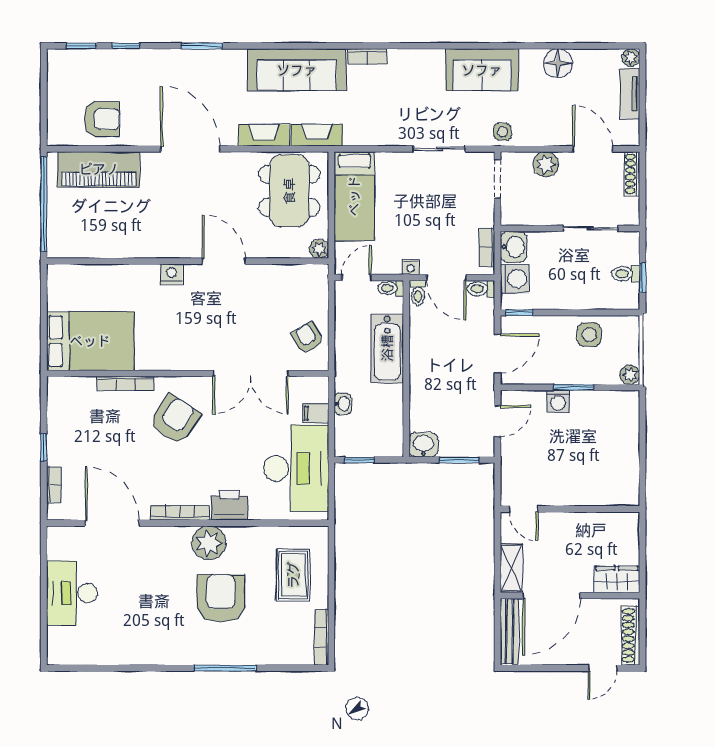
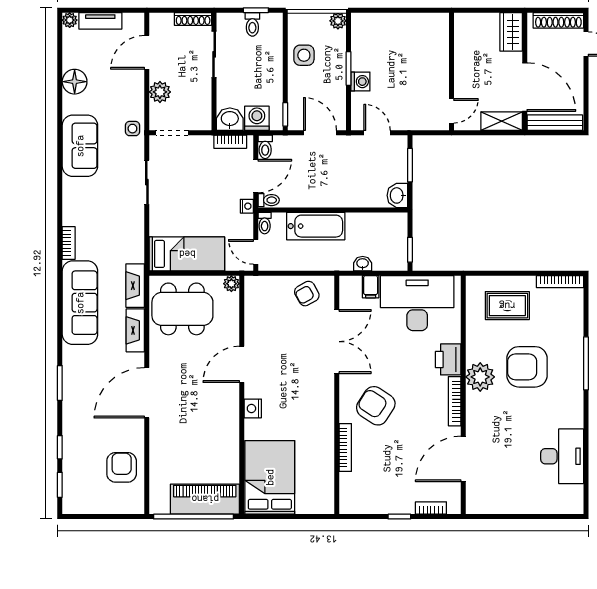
piano: (99, 169) -> (205, 499), moved, turned -90
shoe rack: (632, 174) -> (193, 19), moved
bed: (90, 341) -> (270, 477), moved
desk: (72, 593) -> (562, 456), moved, turned -90

